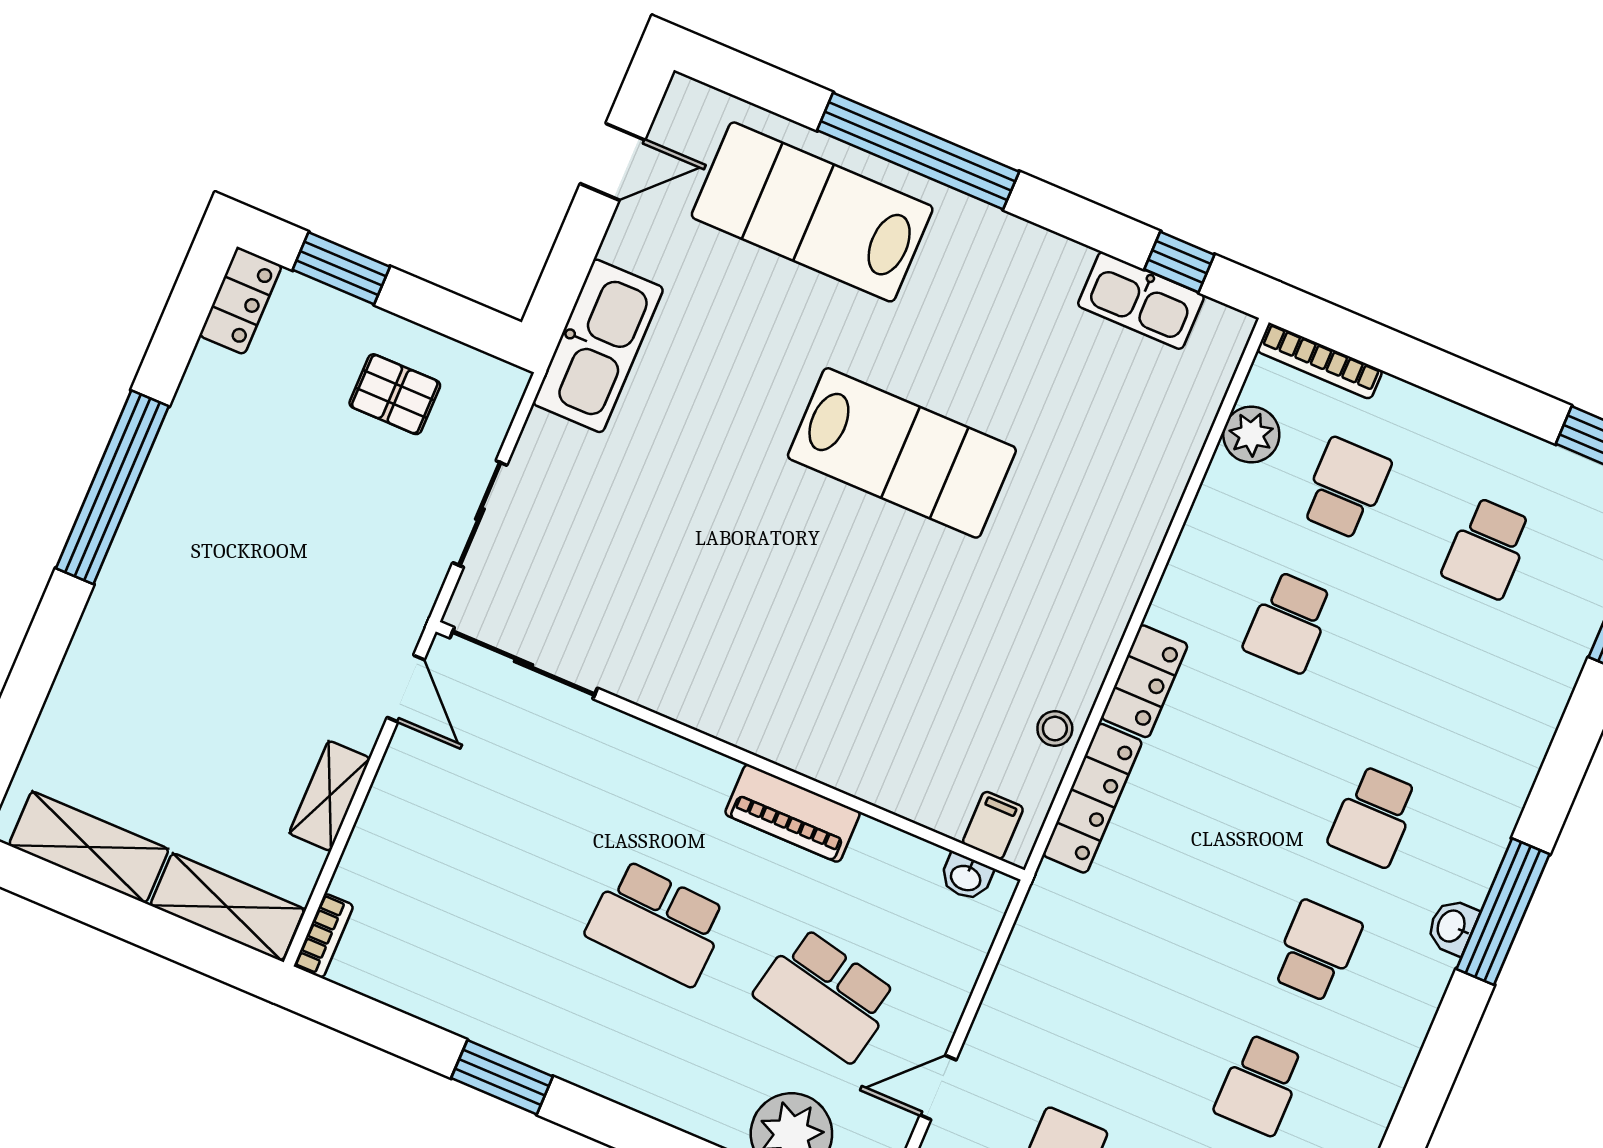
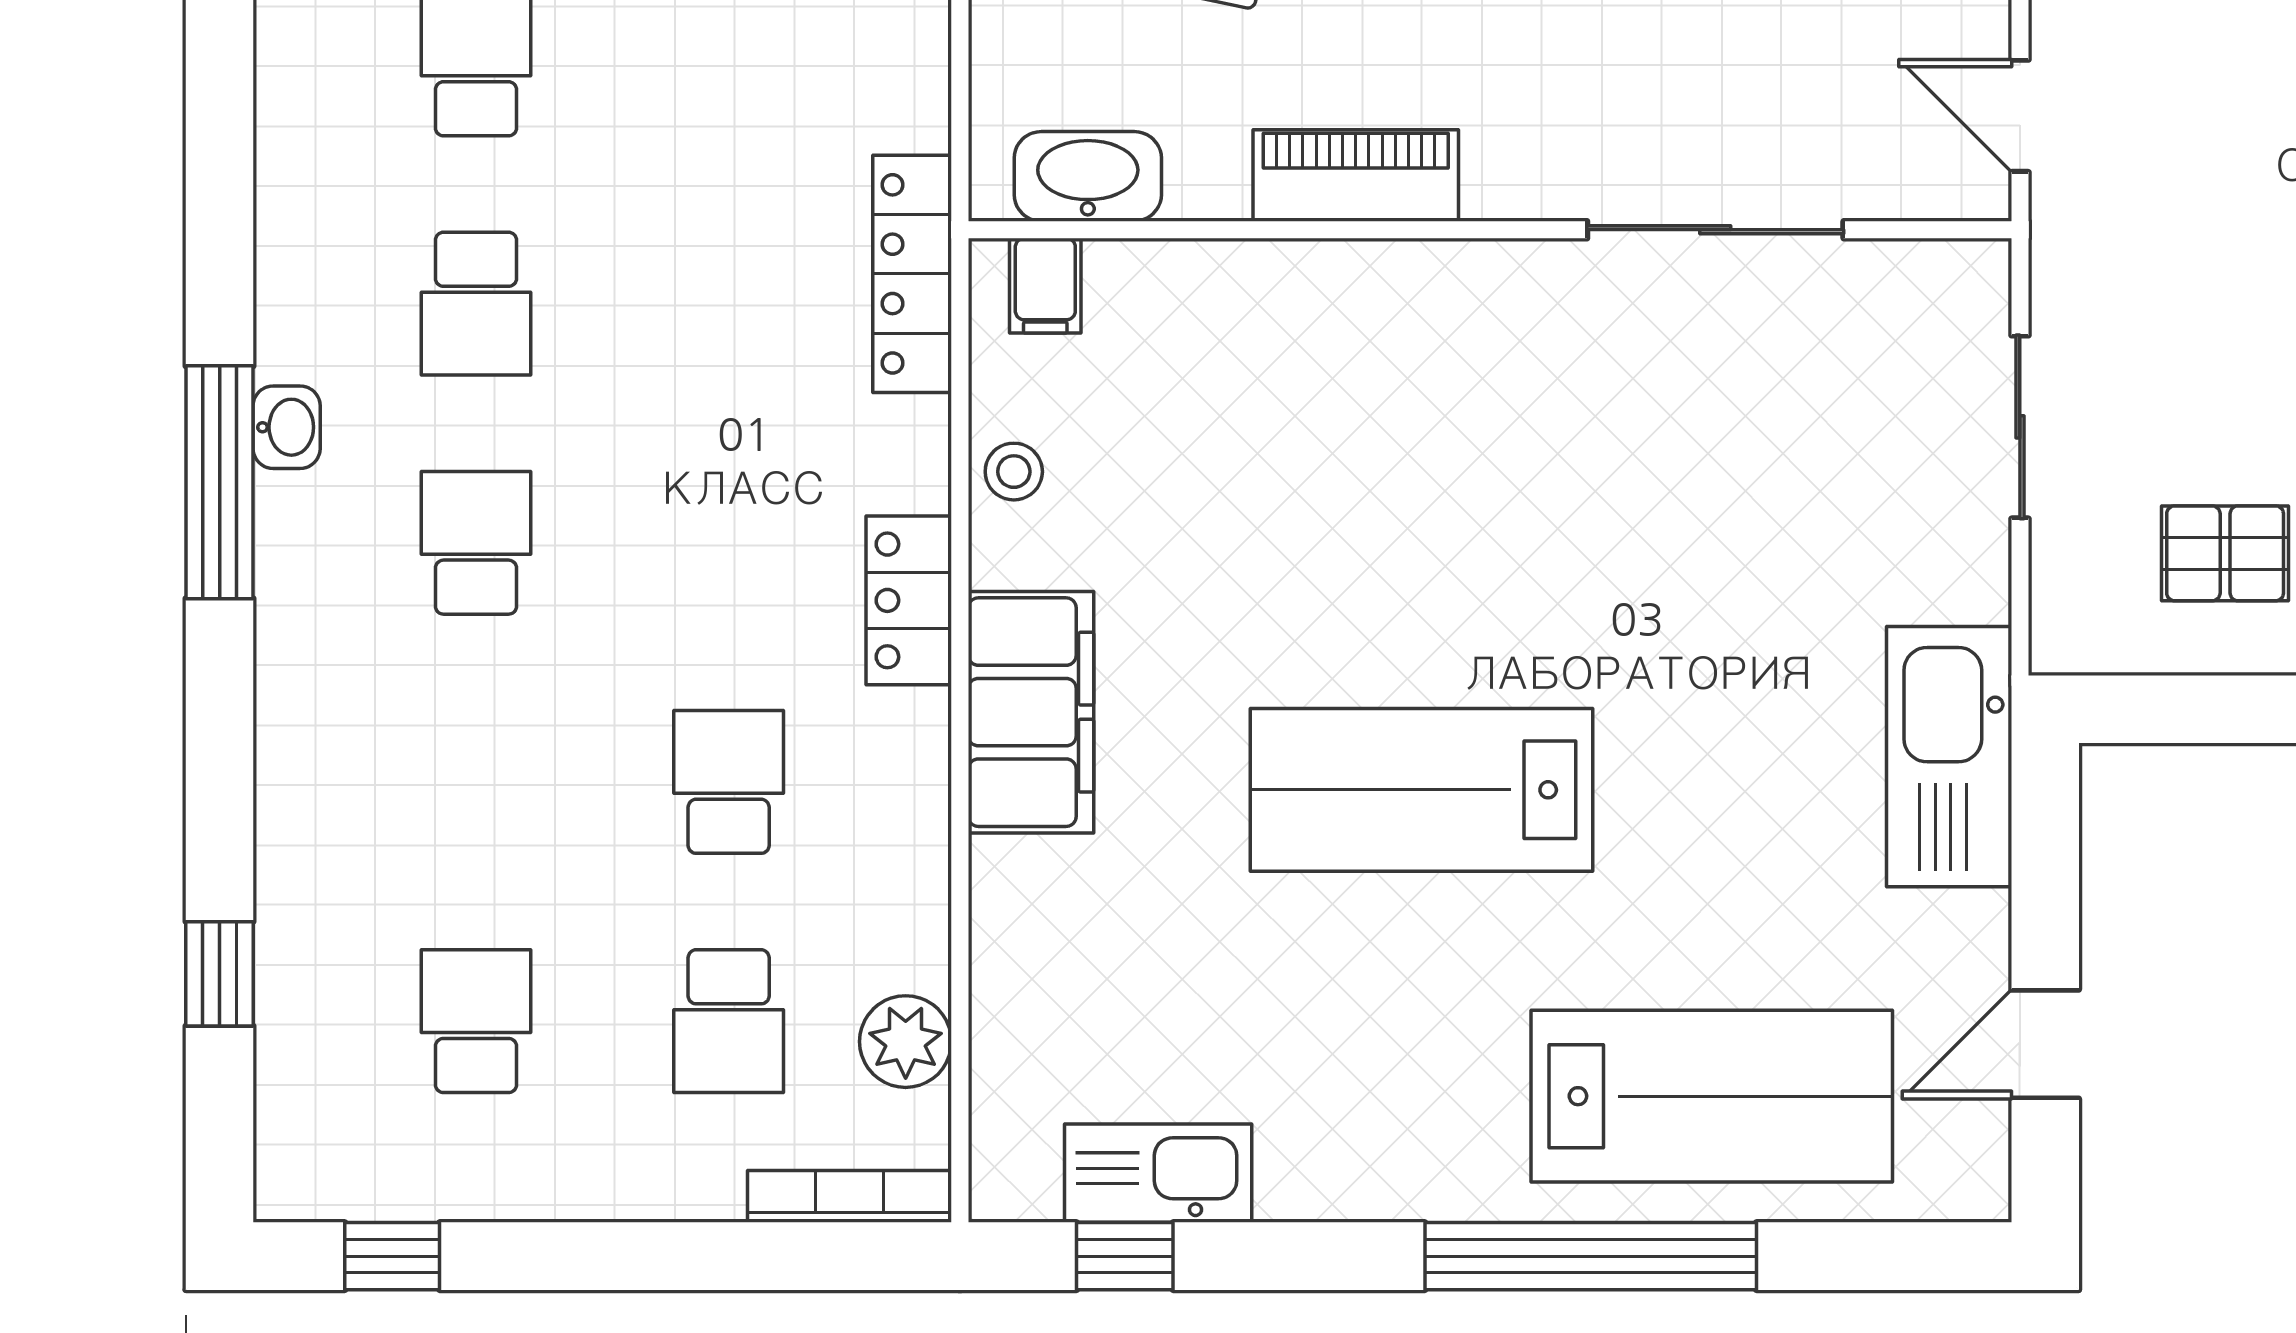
filing cabinet: (1102, 589) -> (1031, 712), added
sliding door: (524, 663) -> (1715, 230), moved
locker: (1093, 798) -> (912, 274), moved
washbasin: (966, 877) -> (1088, 176), width x1.91, depth x1.45

